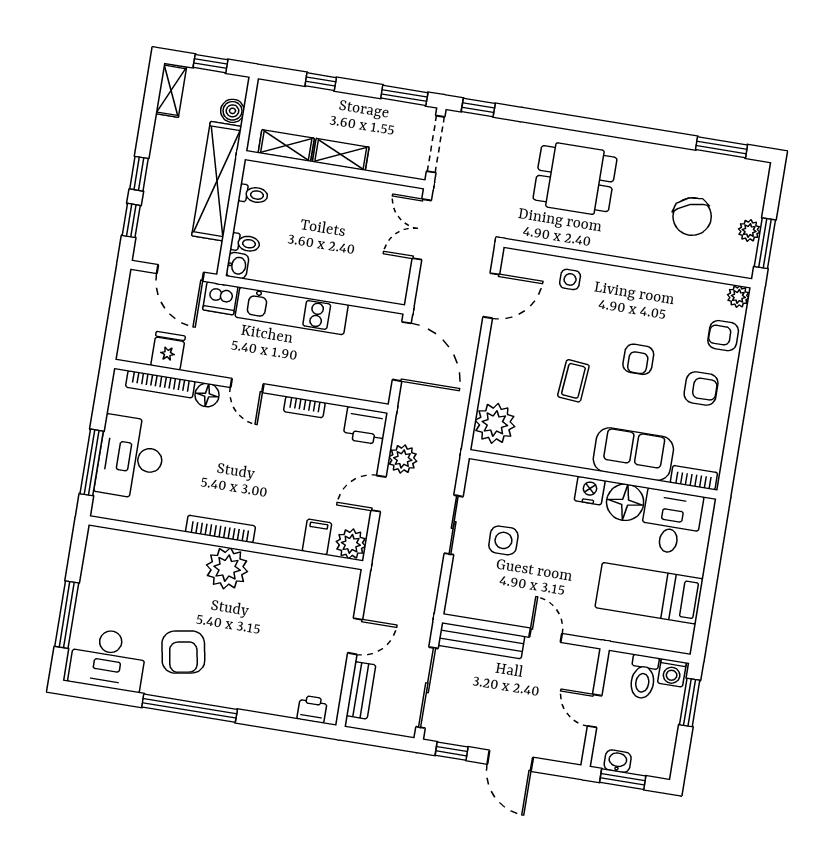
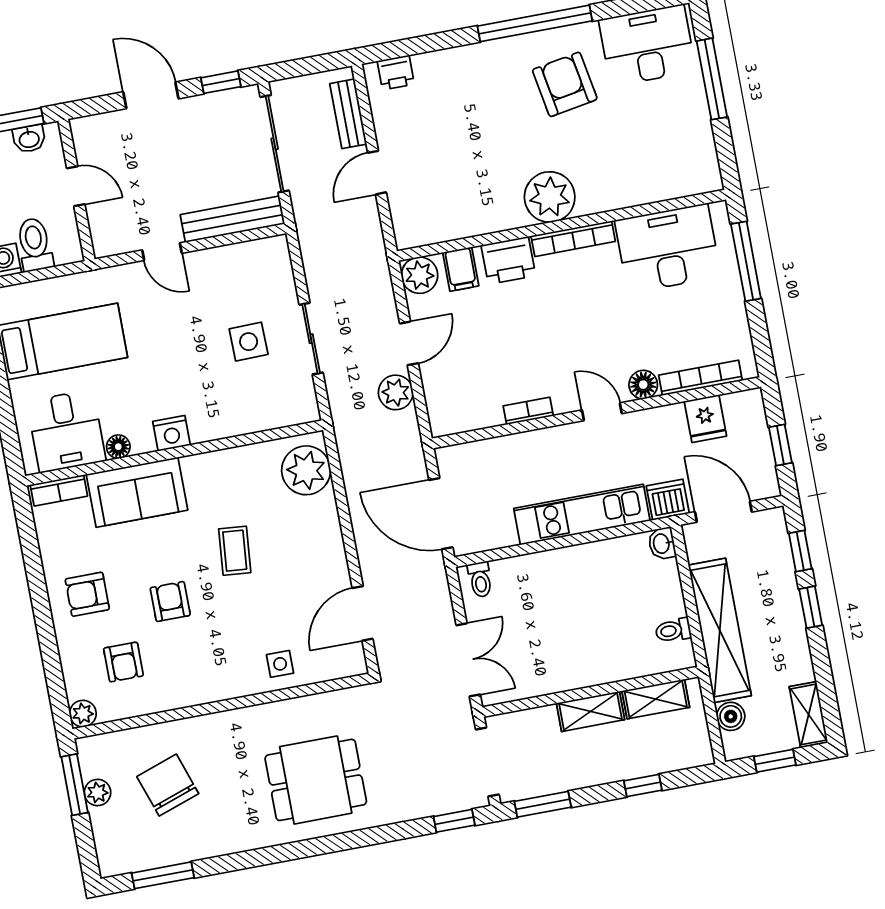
toilet: (245, 243) -> (480, 580), moved, turned -90
window: (117, 309) -> (780, 445), added
armchair: (723, 336) -> (123, 662), moved, turned 90
printer: (365, 426) -> (508, 260), moved, turned 180
desk: (131, 457) -> (668, 248), moved, turned -90
floor lamp: (625, 502) -> (118, 447), width x0.53, depth x0.53

